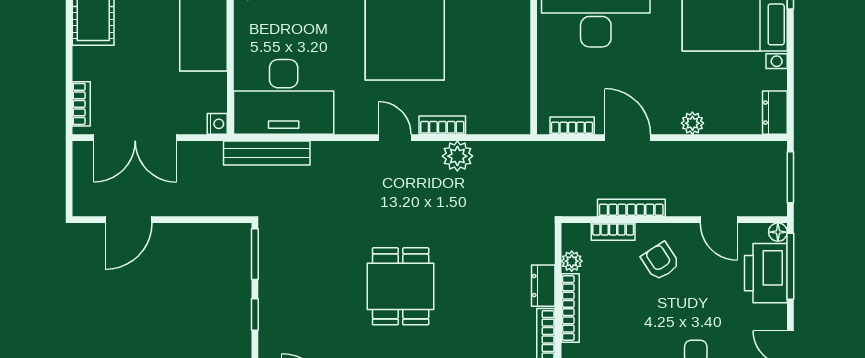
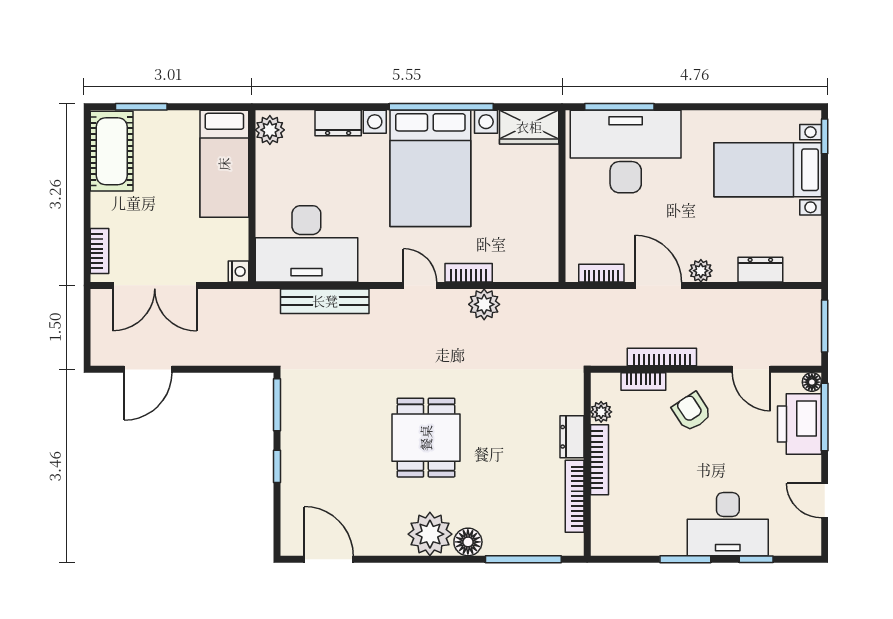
dresser: (775, 113) -> (760, 270), moved, turned 90
plant: (692, 123) -> (701, 271), moved
bench: (267, 153) -> (325, 301), moved

